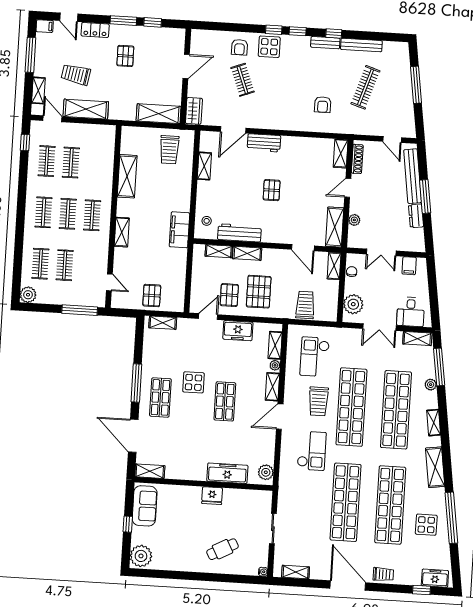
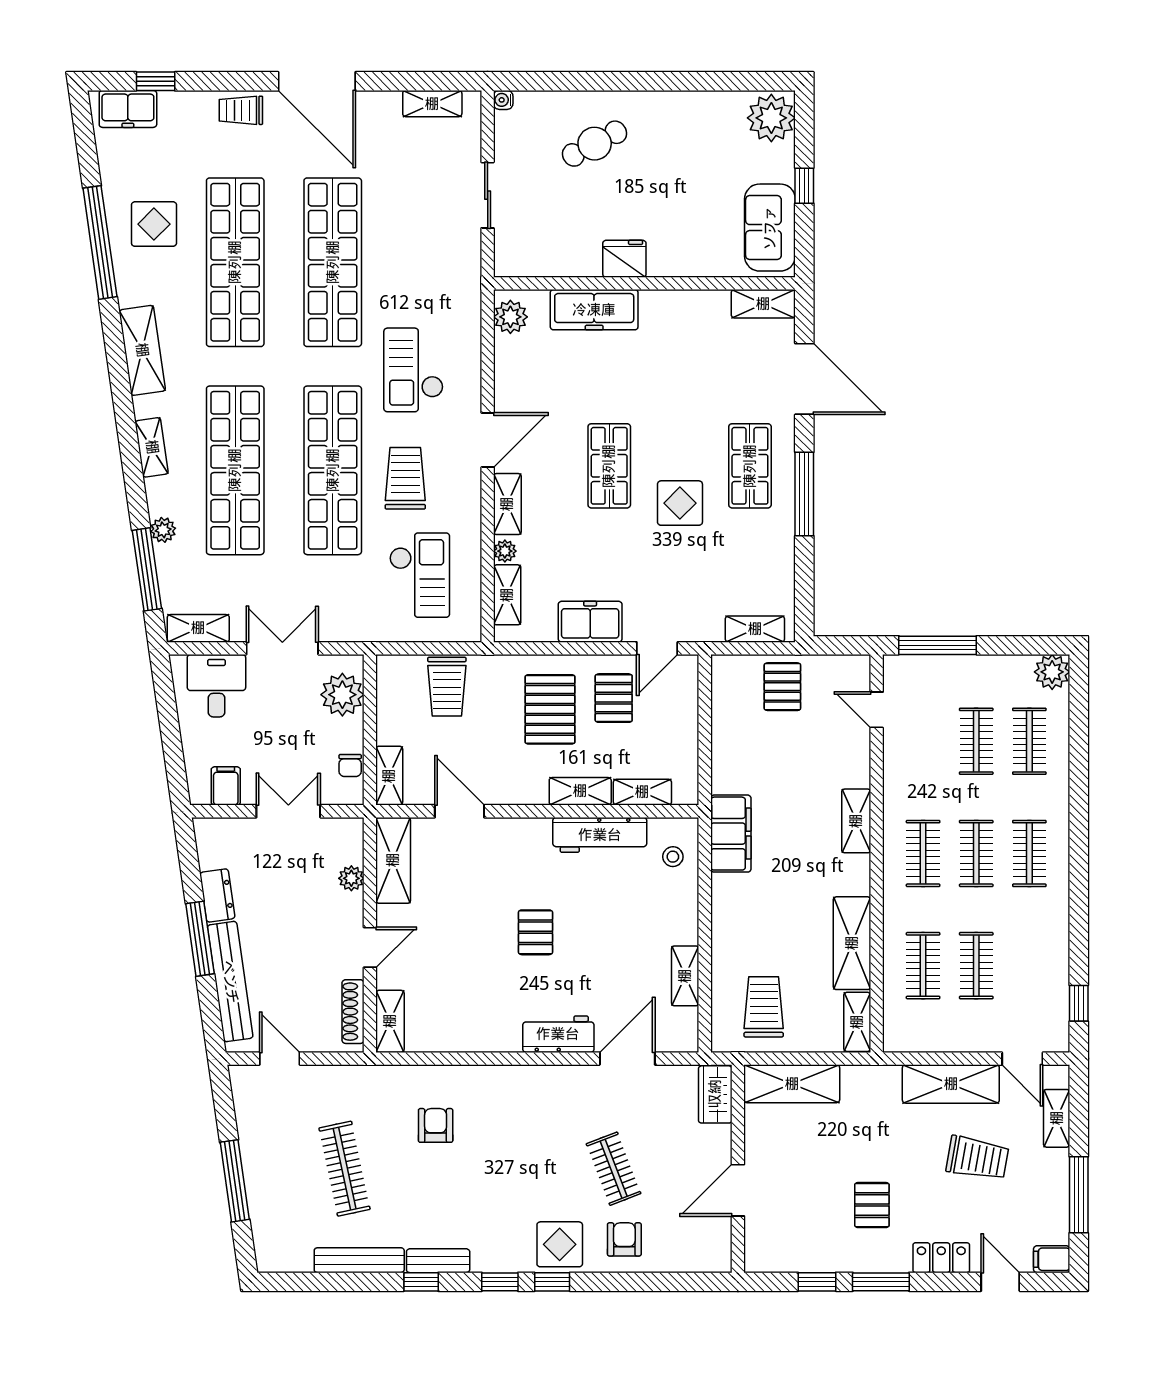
clothes rail: (365, 87) -> (345, 1169), turned -30
shelving: (127, 140) -> (857, 1022), added
clothes rail: (47, 161) -> (923, 966), moved

